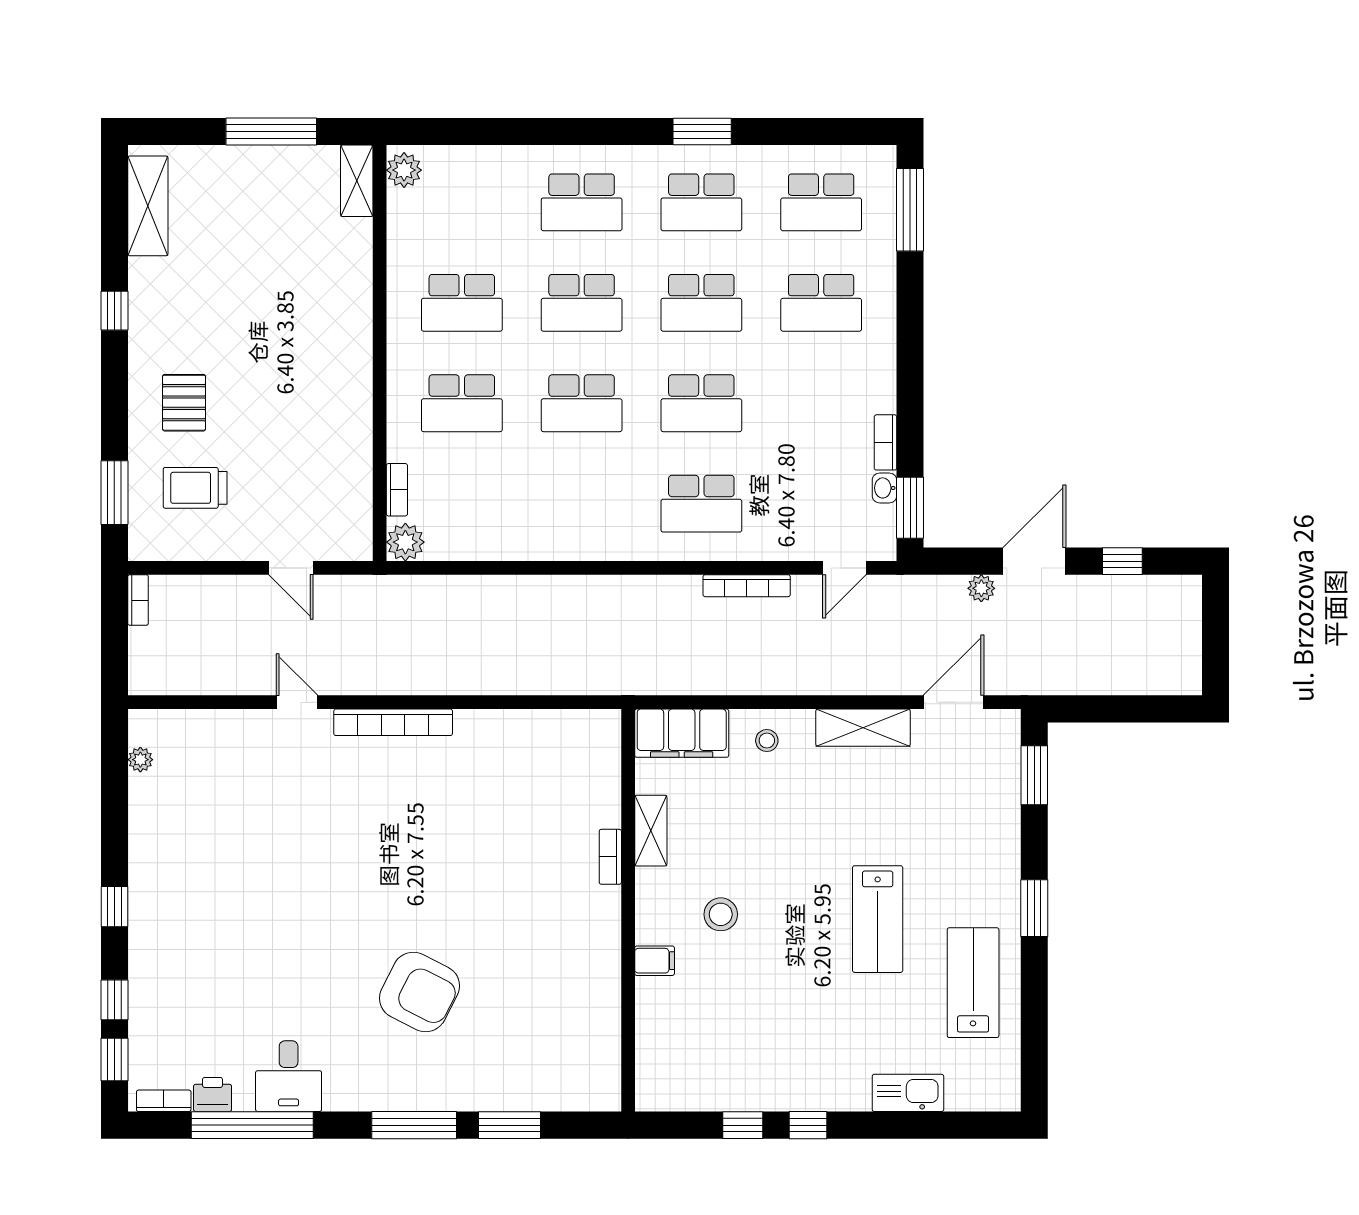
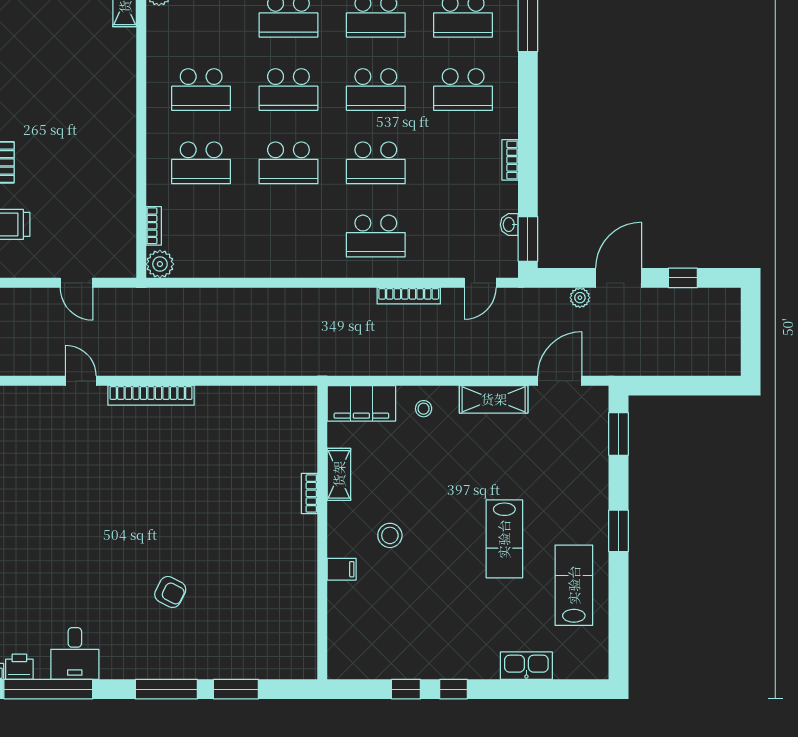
bookcase: (885, 442) -> (510, 160), moved
armchair: (419, 992) -> (170, 592), width x0.53, depth x0.53

